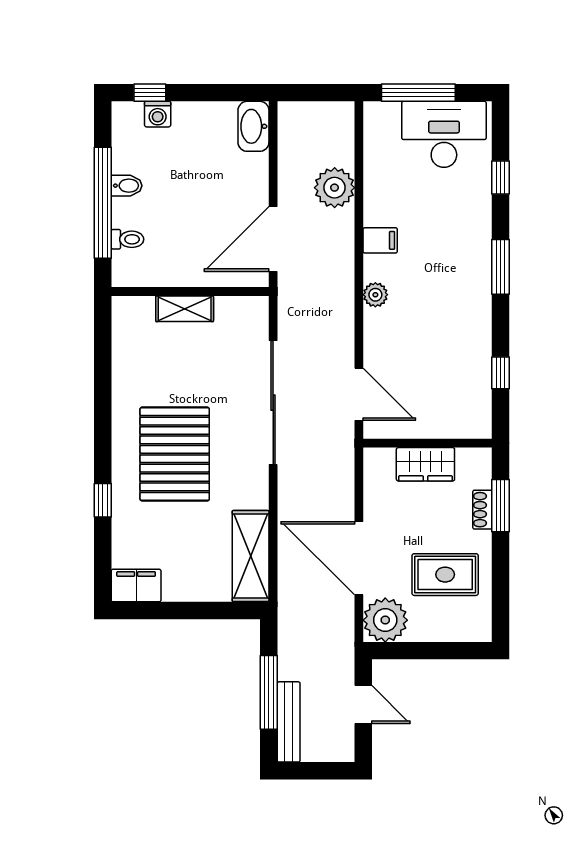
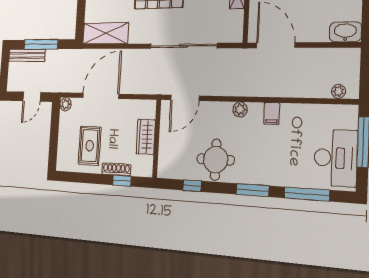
window: (501, 177) -> (307, 194), width x2.17
plant: (335, 188) -> (338, 91), moved, width x0.53, depth x0.53
round table: (456, 333) -> (216, 160), added
window: (501, 506) -> (122, 181), width x0.67
shoe rack: (482, 510) -> (116, 169), width x1.43
plant: (385, 620) -> (66, 104), width x0.53, depth x0.53

